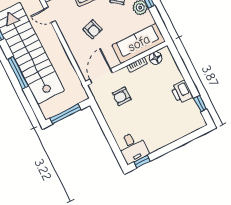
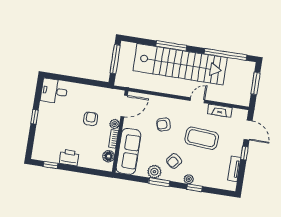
plant: (123, 73) -> (115, 124), added
door: (101, 76) -> (124, 106), hinge flipped
armchair: (122, 96) -> (91, 119), moved
window: (142, 162) -> (35, 117), moved

